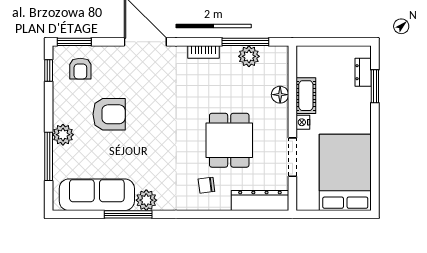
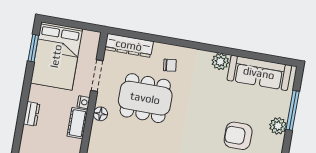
dresser: (363, 72) -> (32, 114), moved
window: (375, 86) -> (33, 48), moved
floor lamp: (280, 95) -> (100, 114), moved
dining table: (229, 140) -> (145, 98), width x1.38
window: (128, 214) -> (237, 53), removed

